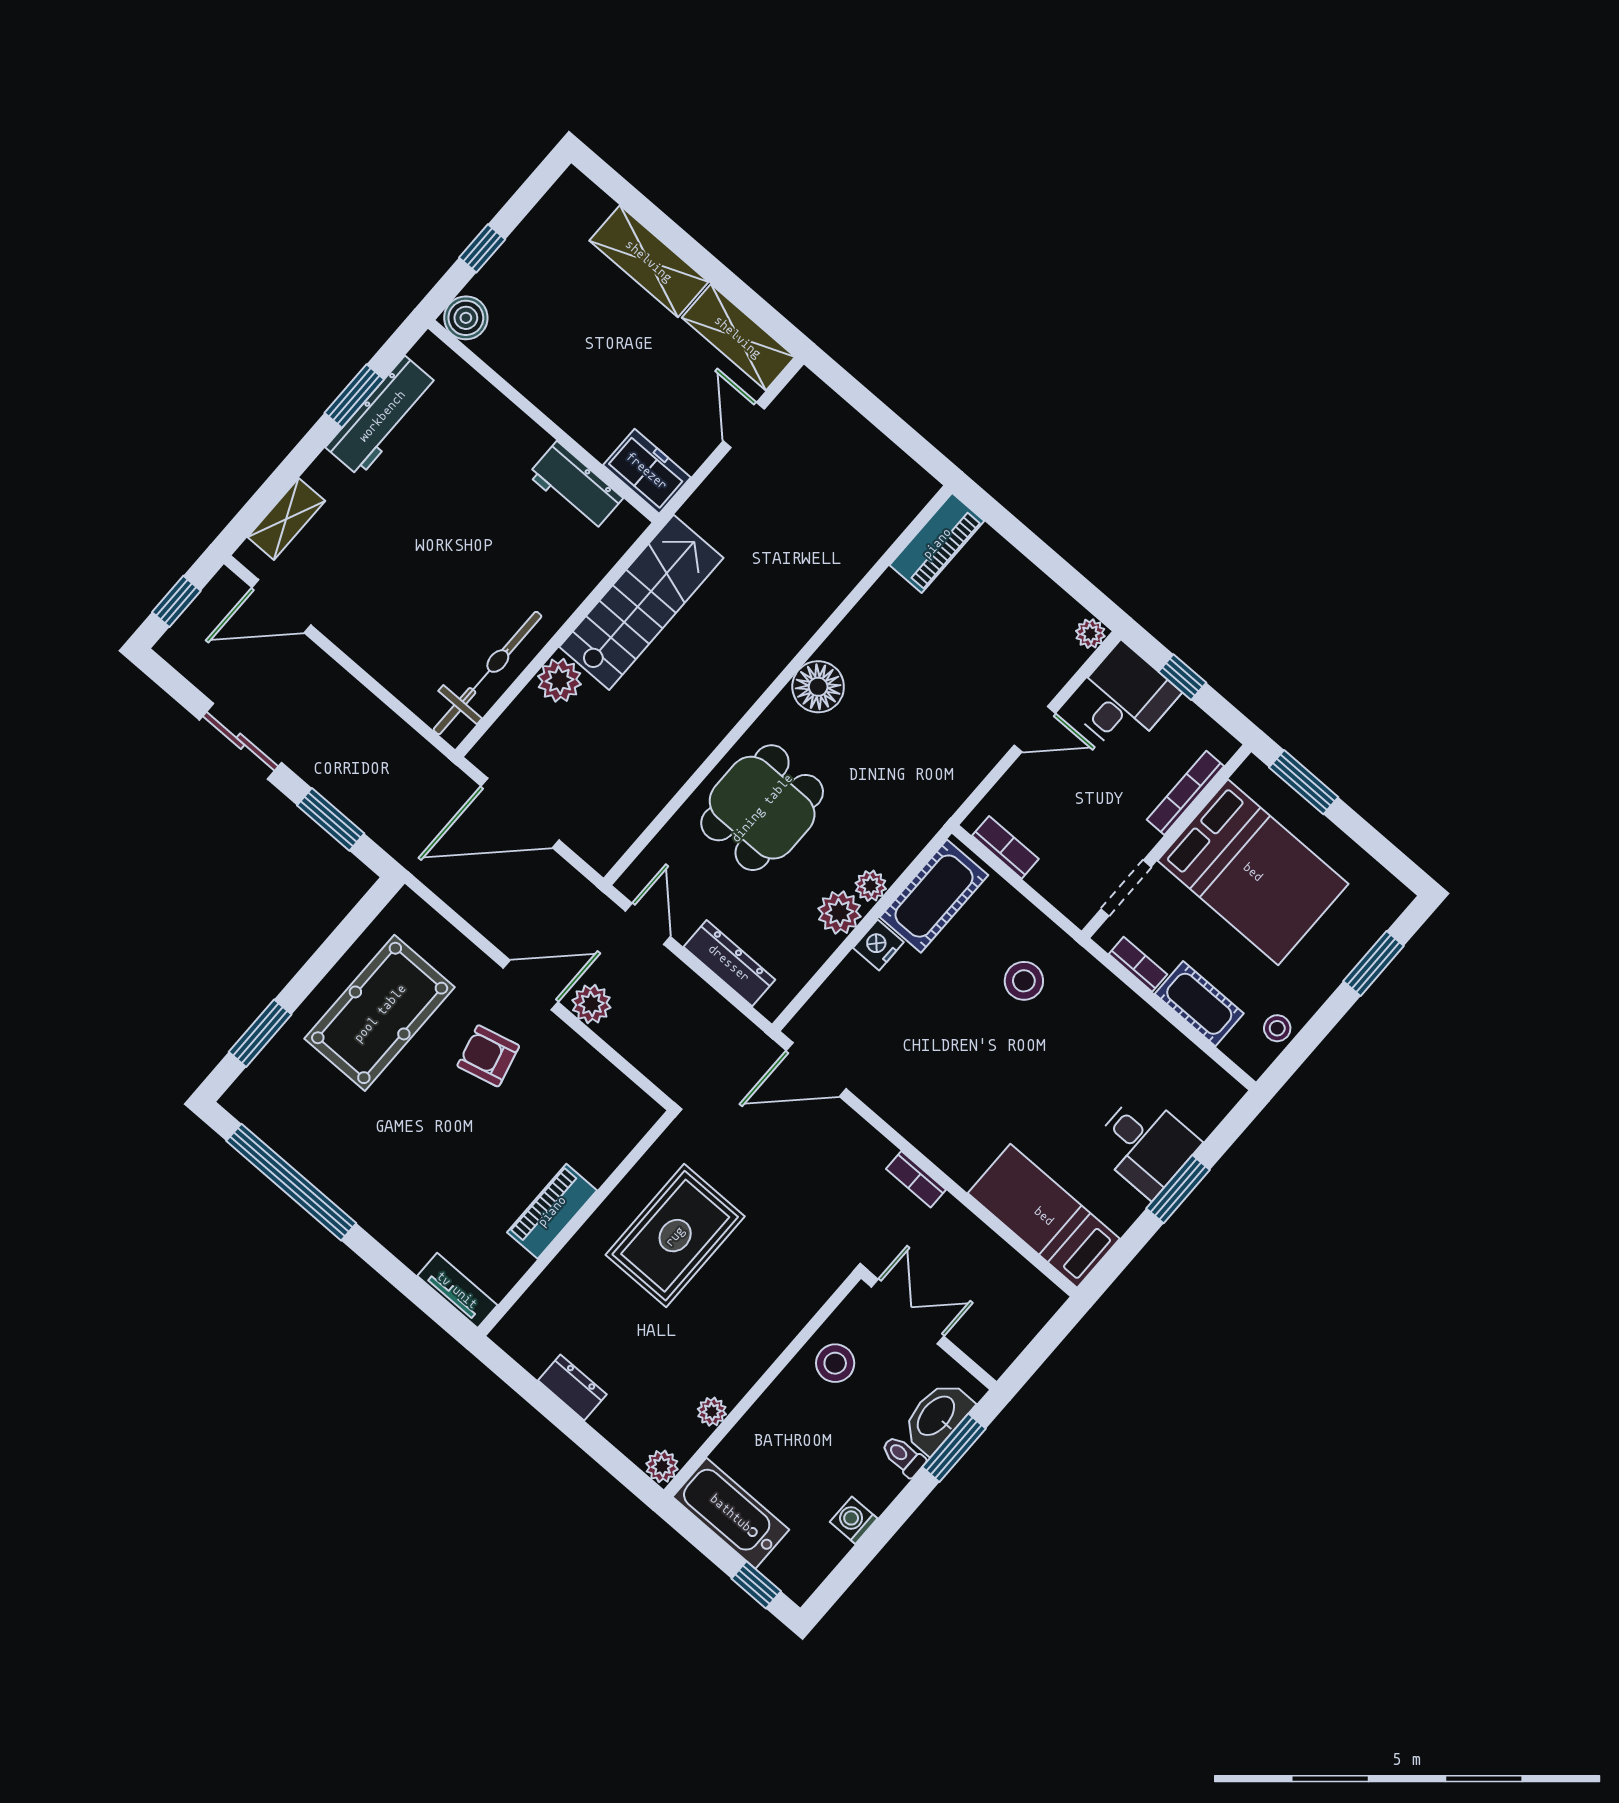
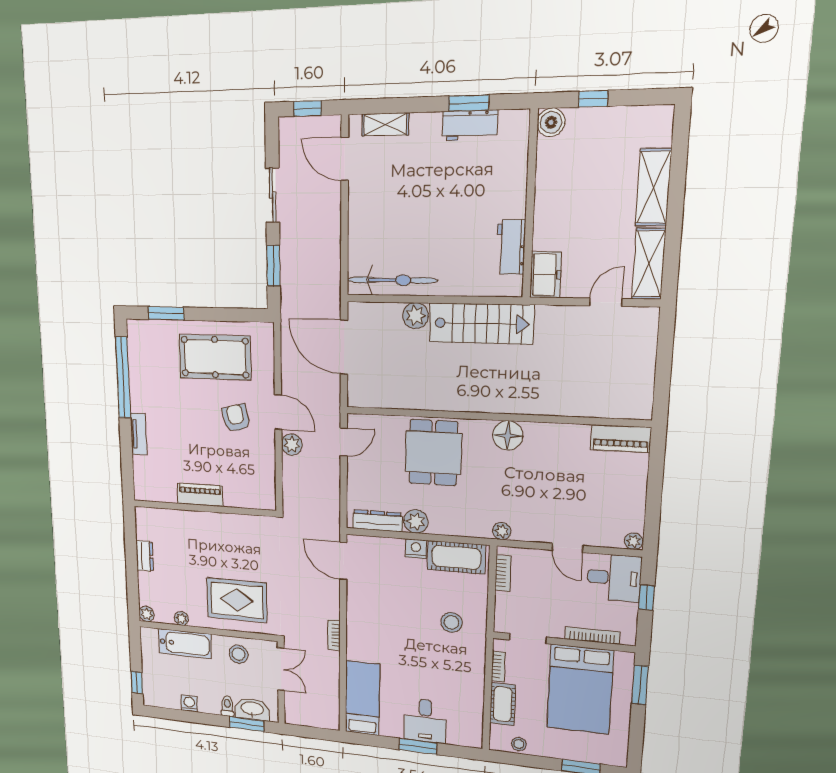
workbench: (382, 416) -> (470, 125), width x0.73
dining table: (762, 808) -> (433, 453), turned 90
plant: (871, 886) -> (502, 531), moved
dresser: (729, 963) -> (377, 521), moved, turned -90
rug: (675, 1236) -> (237, 600), moved
tv unit: (457, 1290) -> (139, 434), moved
bathtub: (731, 1513) -> (185, 644), moved, turned 90

